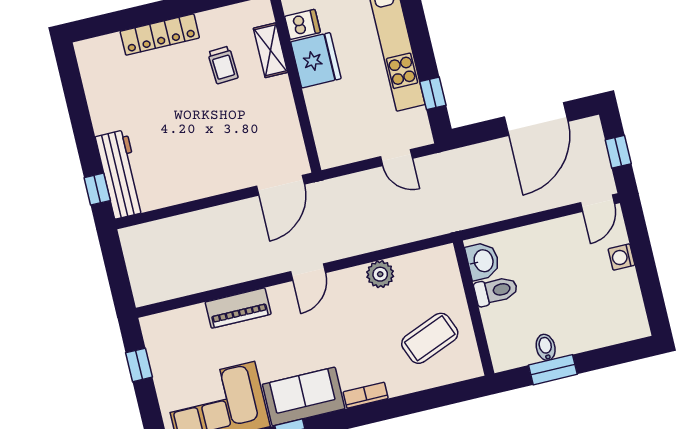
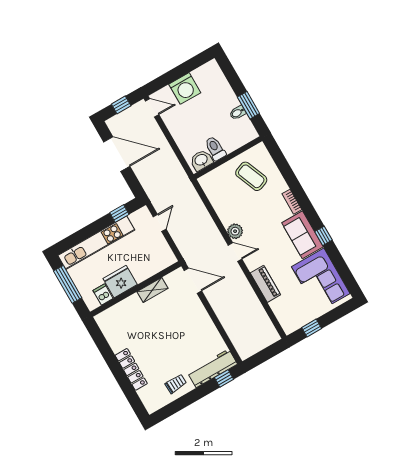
shelving: (270, 50) -> (152, 290), moved
trolley: (223, 65) -> (176, 384), moved
washing machine: (621, 257) -> (185, 88), width x1.89, depth x1.89
plant: (380, 274) -> (235, 231), moved

